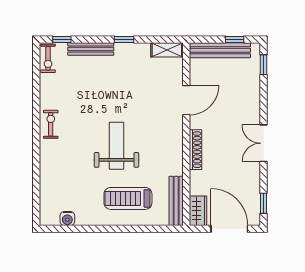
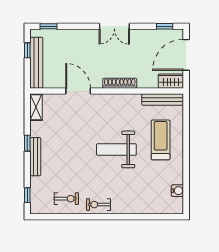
bench: (91, 49) -> (35, 157), moved
exercise bike: (48, 58) -> (66, 199), moved
treadmill: (128, 198) -> (161, 140), turned 180

